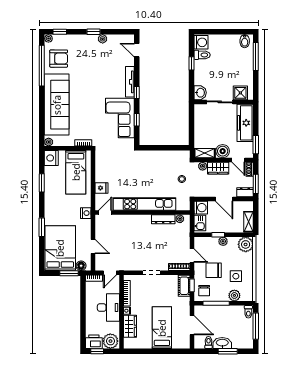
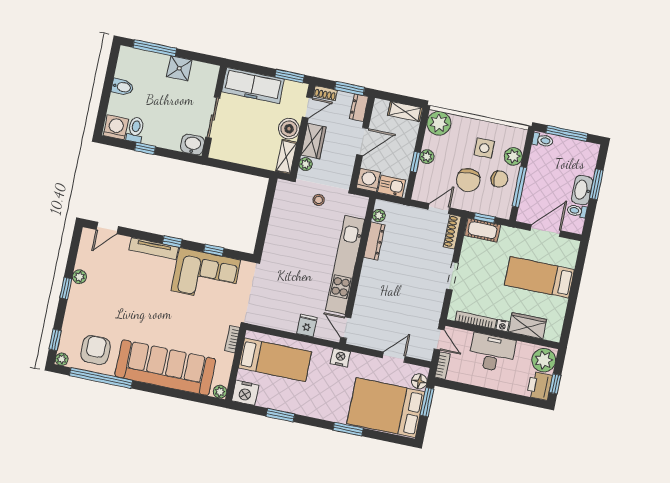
bidet: (245, 41) -> (122, 87), moved
shower: (240, 93) -> (179, 68), moved
chair: (204, 291) -> (499, 179), moved

